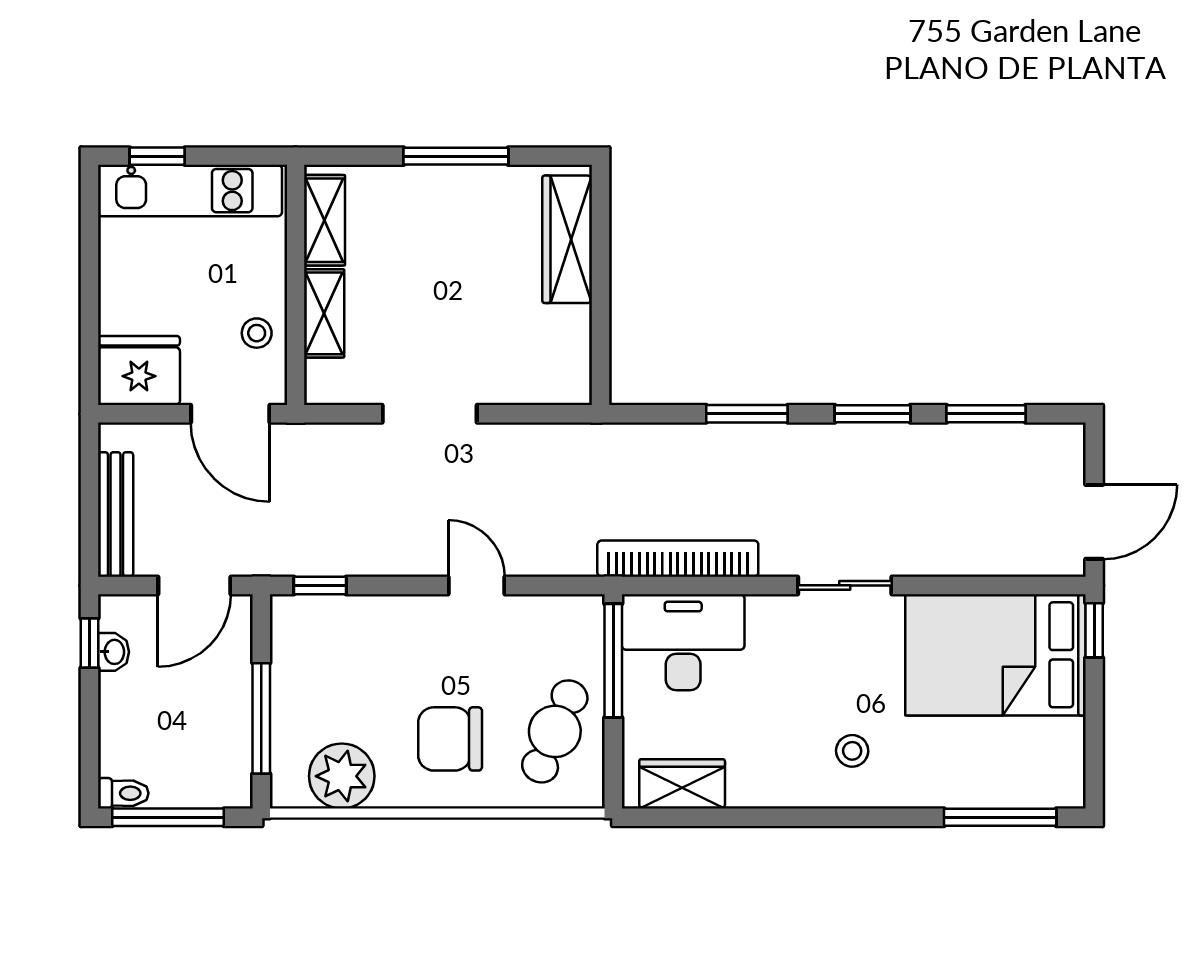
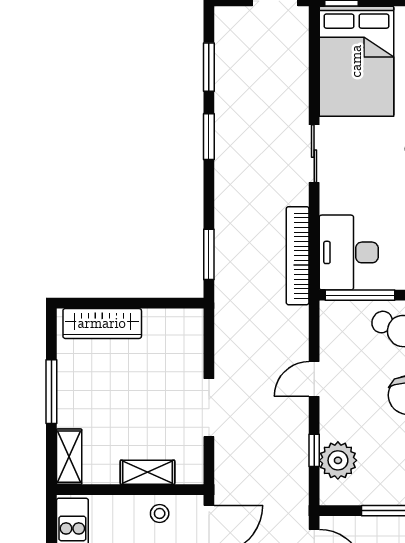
shelving: (325, 220) -> (69, 457), moved, turned 90
window: (747, 414) -> (209, 254), moved
window: (320, 585) -> (314, 450), moved
plant: (343, 625) -> (338, 460), added

